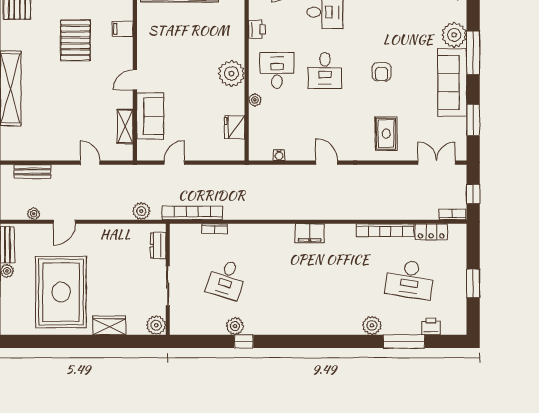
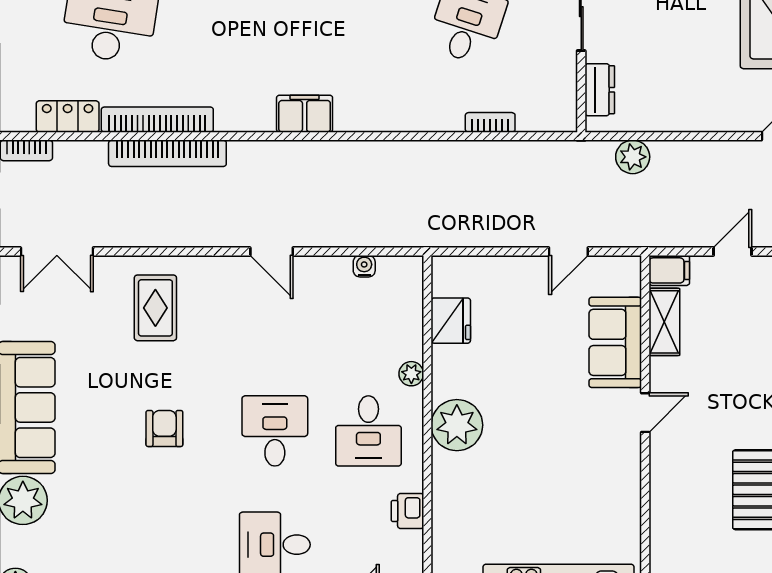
filing cabinet: (123, 29) -> (669, 270), moved
door: (90, 163) -> (733, 251), swing flipped
bookcase: (192, 213) -> (167, 153), moved

